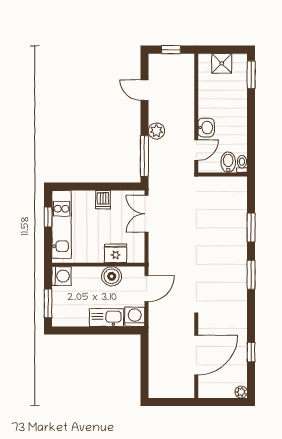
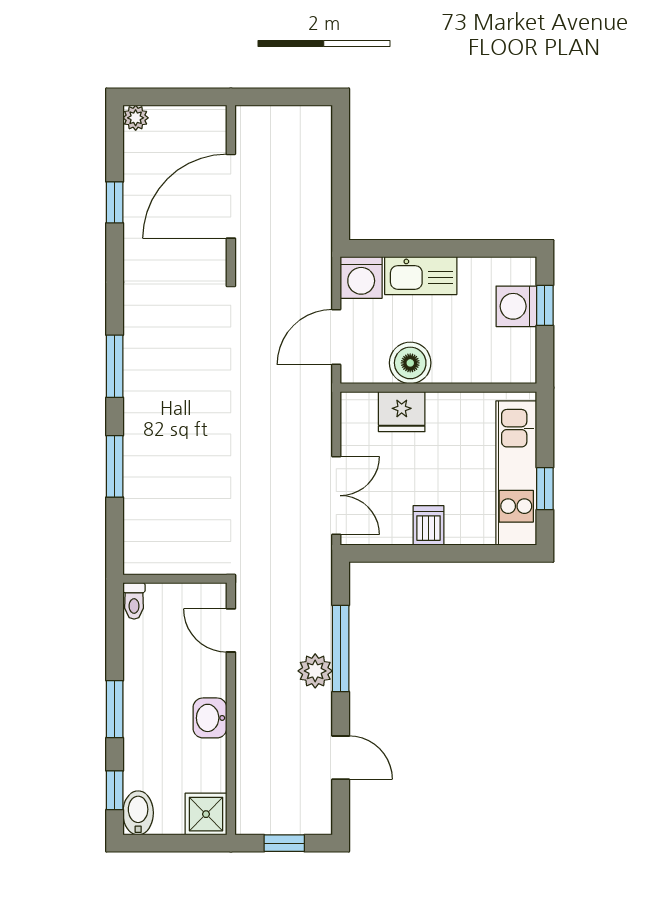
shower: (222, 63) -> (206, 814), moved
window: (251, 75) -> (115, 790), width x0.67
window: (251, 113) -> (115, 709), added
washbasin: (206, 128) -> (210, 718), moved
door: (196, 150) -> (231, 630), hinge flipped
window: (144, 156) -> (341, 648), moved
bidet: (228, 162) -> (138, 813), moved, turned 180
washing machine: (61, 276) -> (516, 306), moved
window: (48, 303) -> (545, 305), width x0.67

